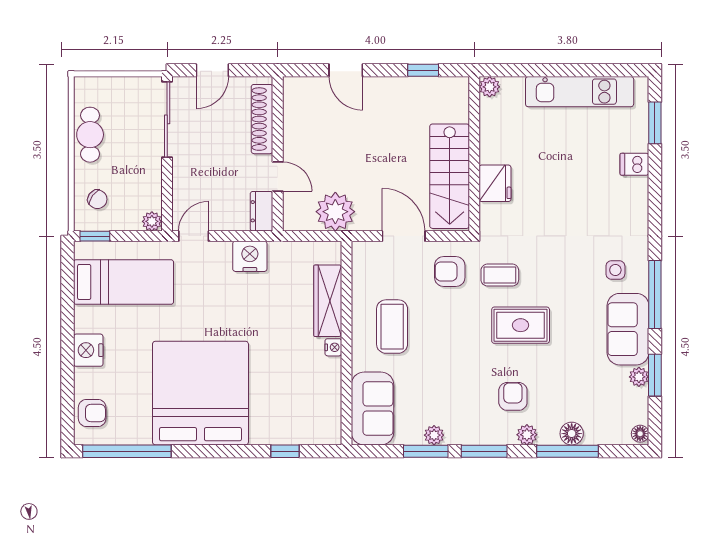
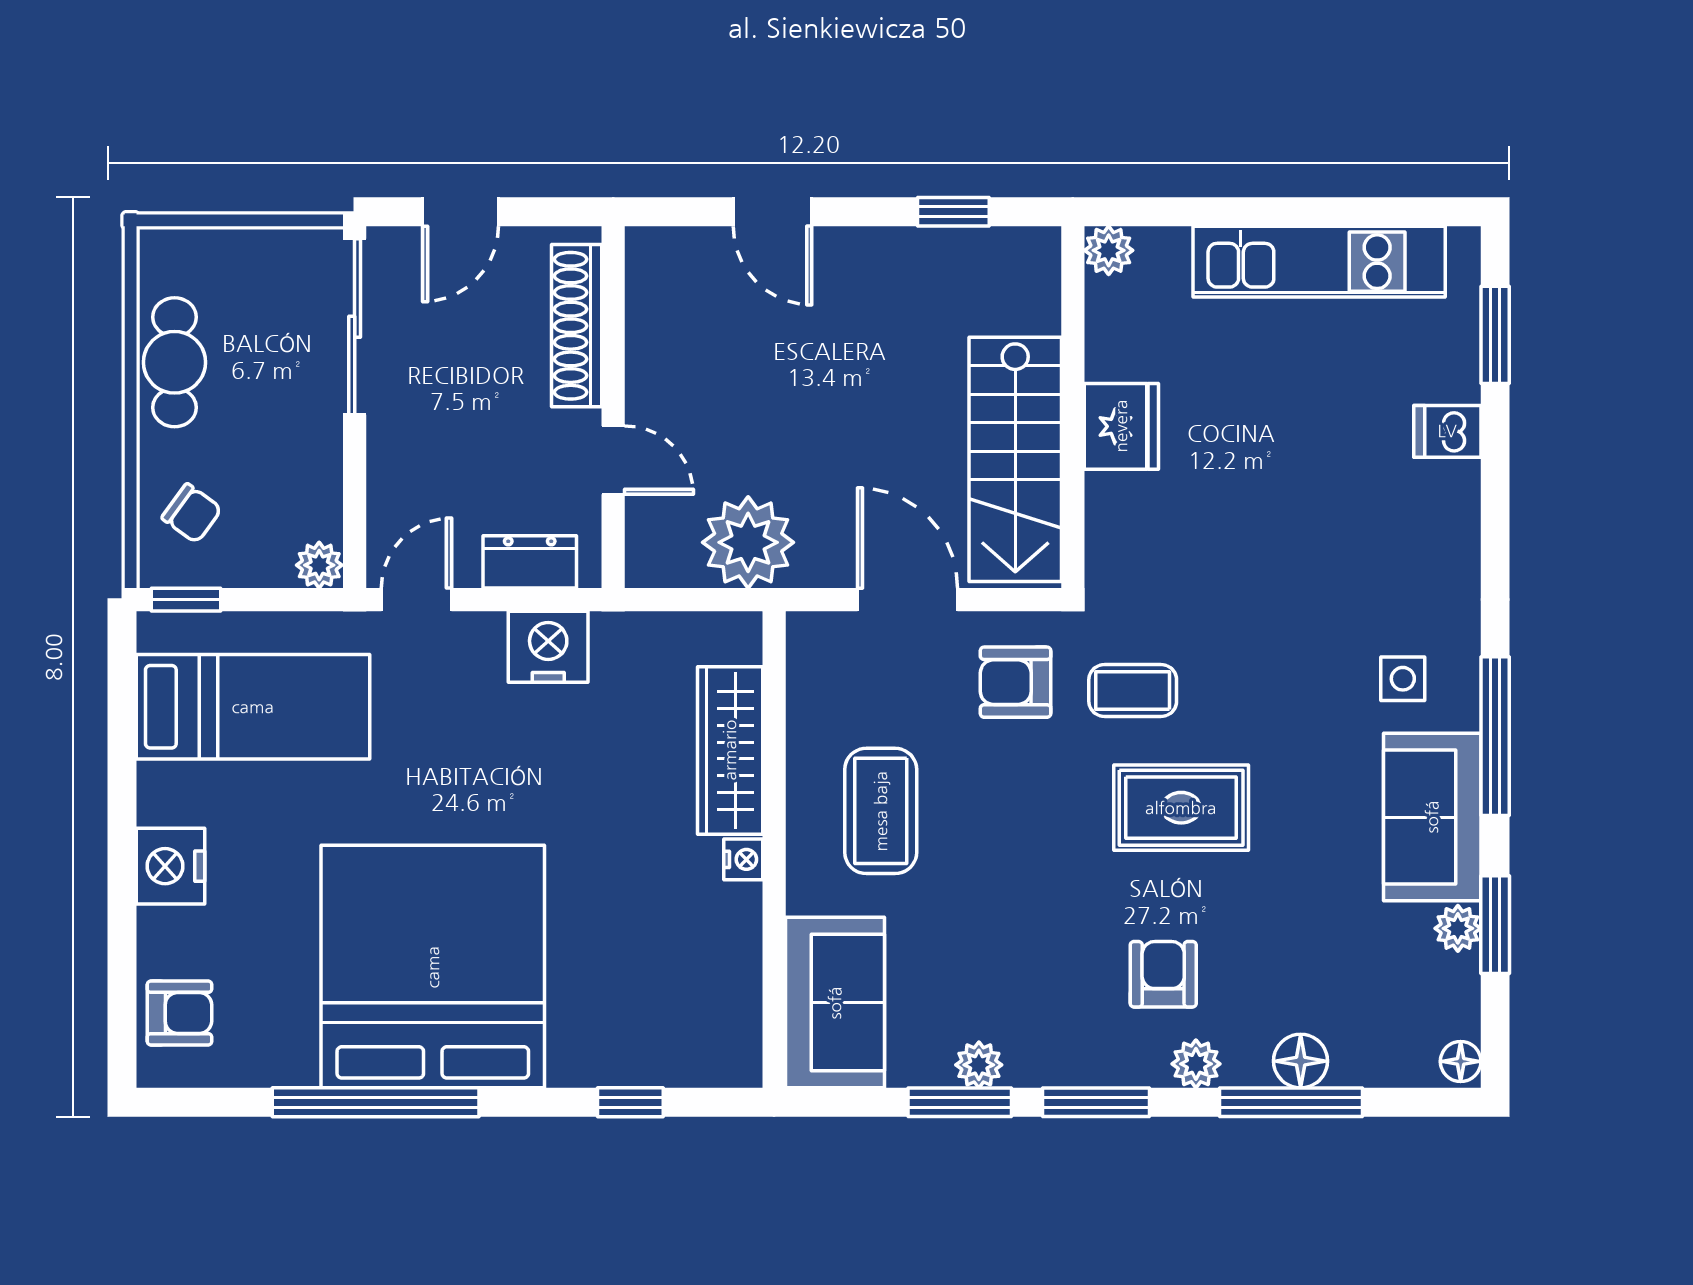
fridge: (495, 183) -> (1121, 426), moved
dresser: (262, 211) -> (530, 562), moved, turned 90
window: (127, 451) -> (376, 1102), moved

